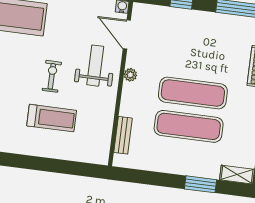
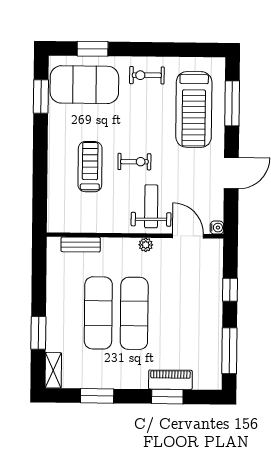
door: (127, 35) -> (188, 236), hinge flipped
weight bench: (95, 66) -> (151, 206), turned -90
treadmill: (52, 118) -> (90, 167), turned 180

